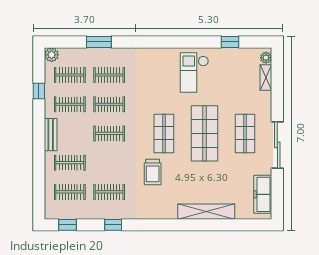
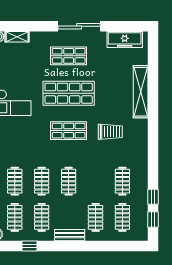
trolley: (153, 172) -> (110, 132), moved
window: (113, 225) -> (153, 197), moved

